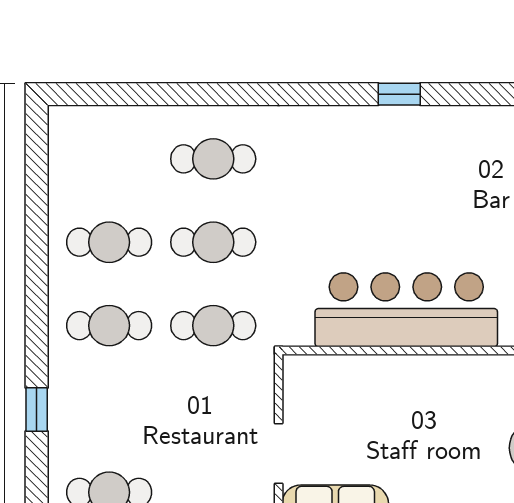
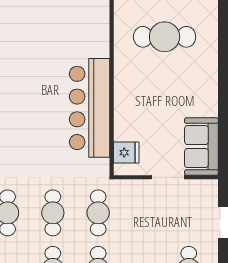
fridge: (324, 377) -> (126, 153), added

